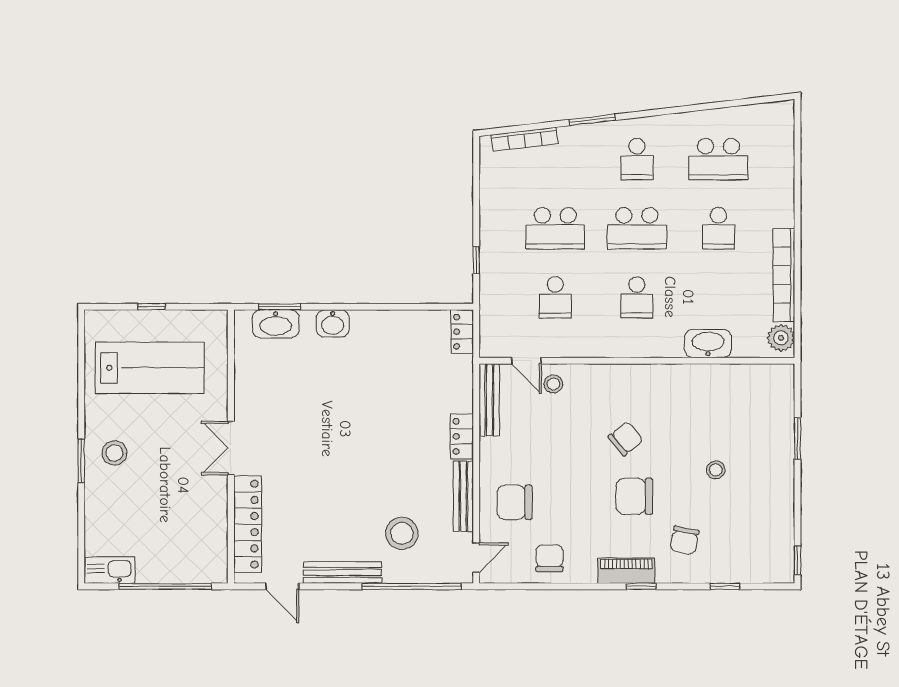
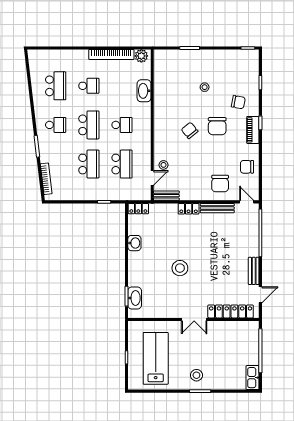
school desk: (555, 297) -> (122, 164), width x1.85
washbasin: (333, 323) -> (134, 243), moved
bench: (489, 400) -> (166, 196), width x0.73
stool: (402, 533) -> (180, 268), moved
bench: (343, 572) -> (254, 271), width x0.73

